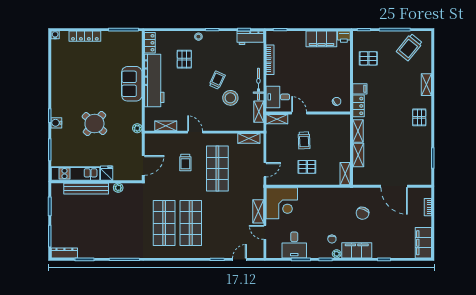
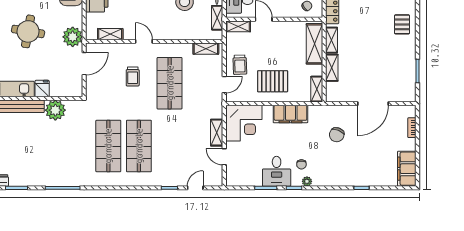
round table: (94, 124) -> (28, 31), turned -31
plant: (137, 128) -> (73, 37), width x1.88, depth x1.88
shelving: (343, 134) -> (314, 44), added
trolley: (304, 140) -> (240, 65), moved
door: (143, 165) -> (84, 64), moved
pallet: (307, 167) -> (273, 81), width x1.50, depth x1.42
door: (394, 186) -> (373, 104), hinge flipped
plant: (118, 188) -> (55, 110), width x1.87, depth x1.87
desk: (294, 245) -> (277, 171), moved
filing cabinet: (357, 250) -> (290, 114), moved, turned 180

